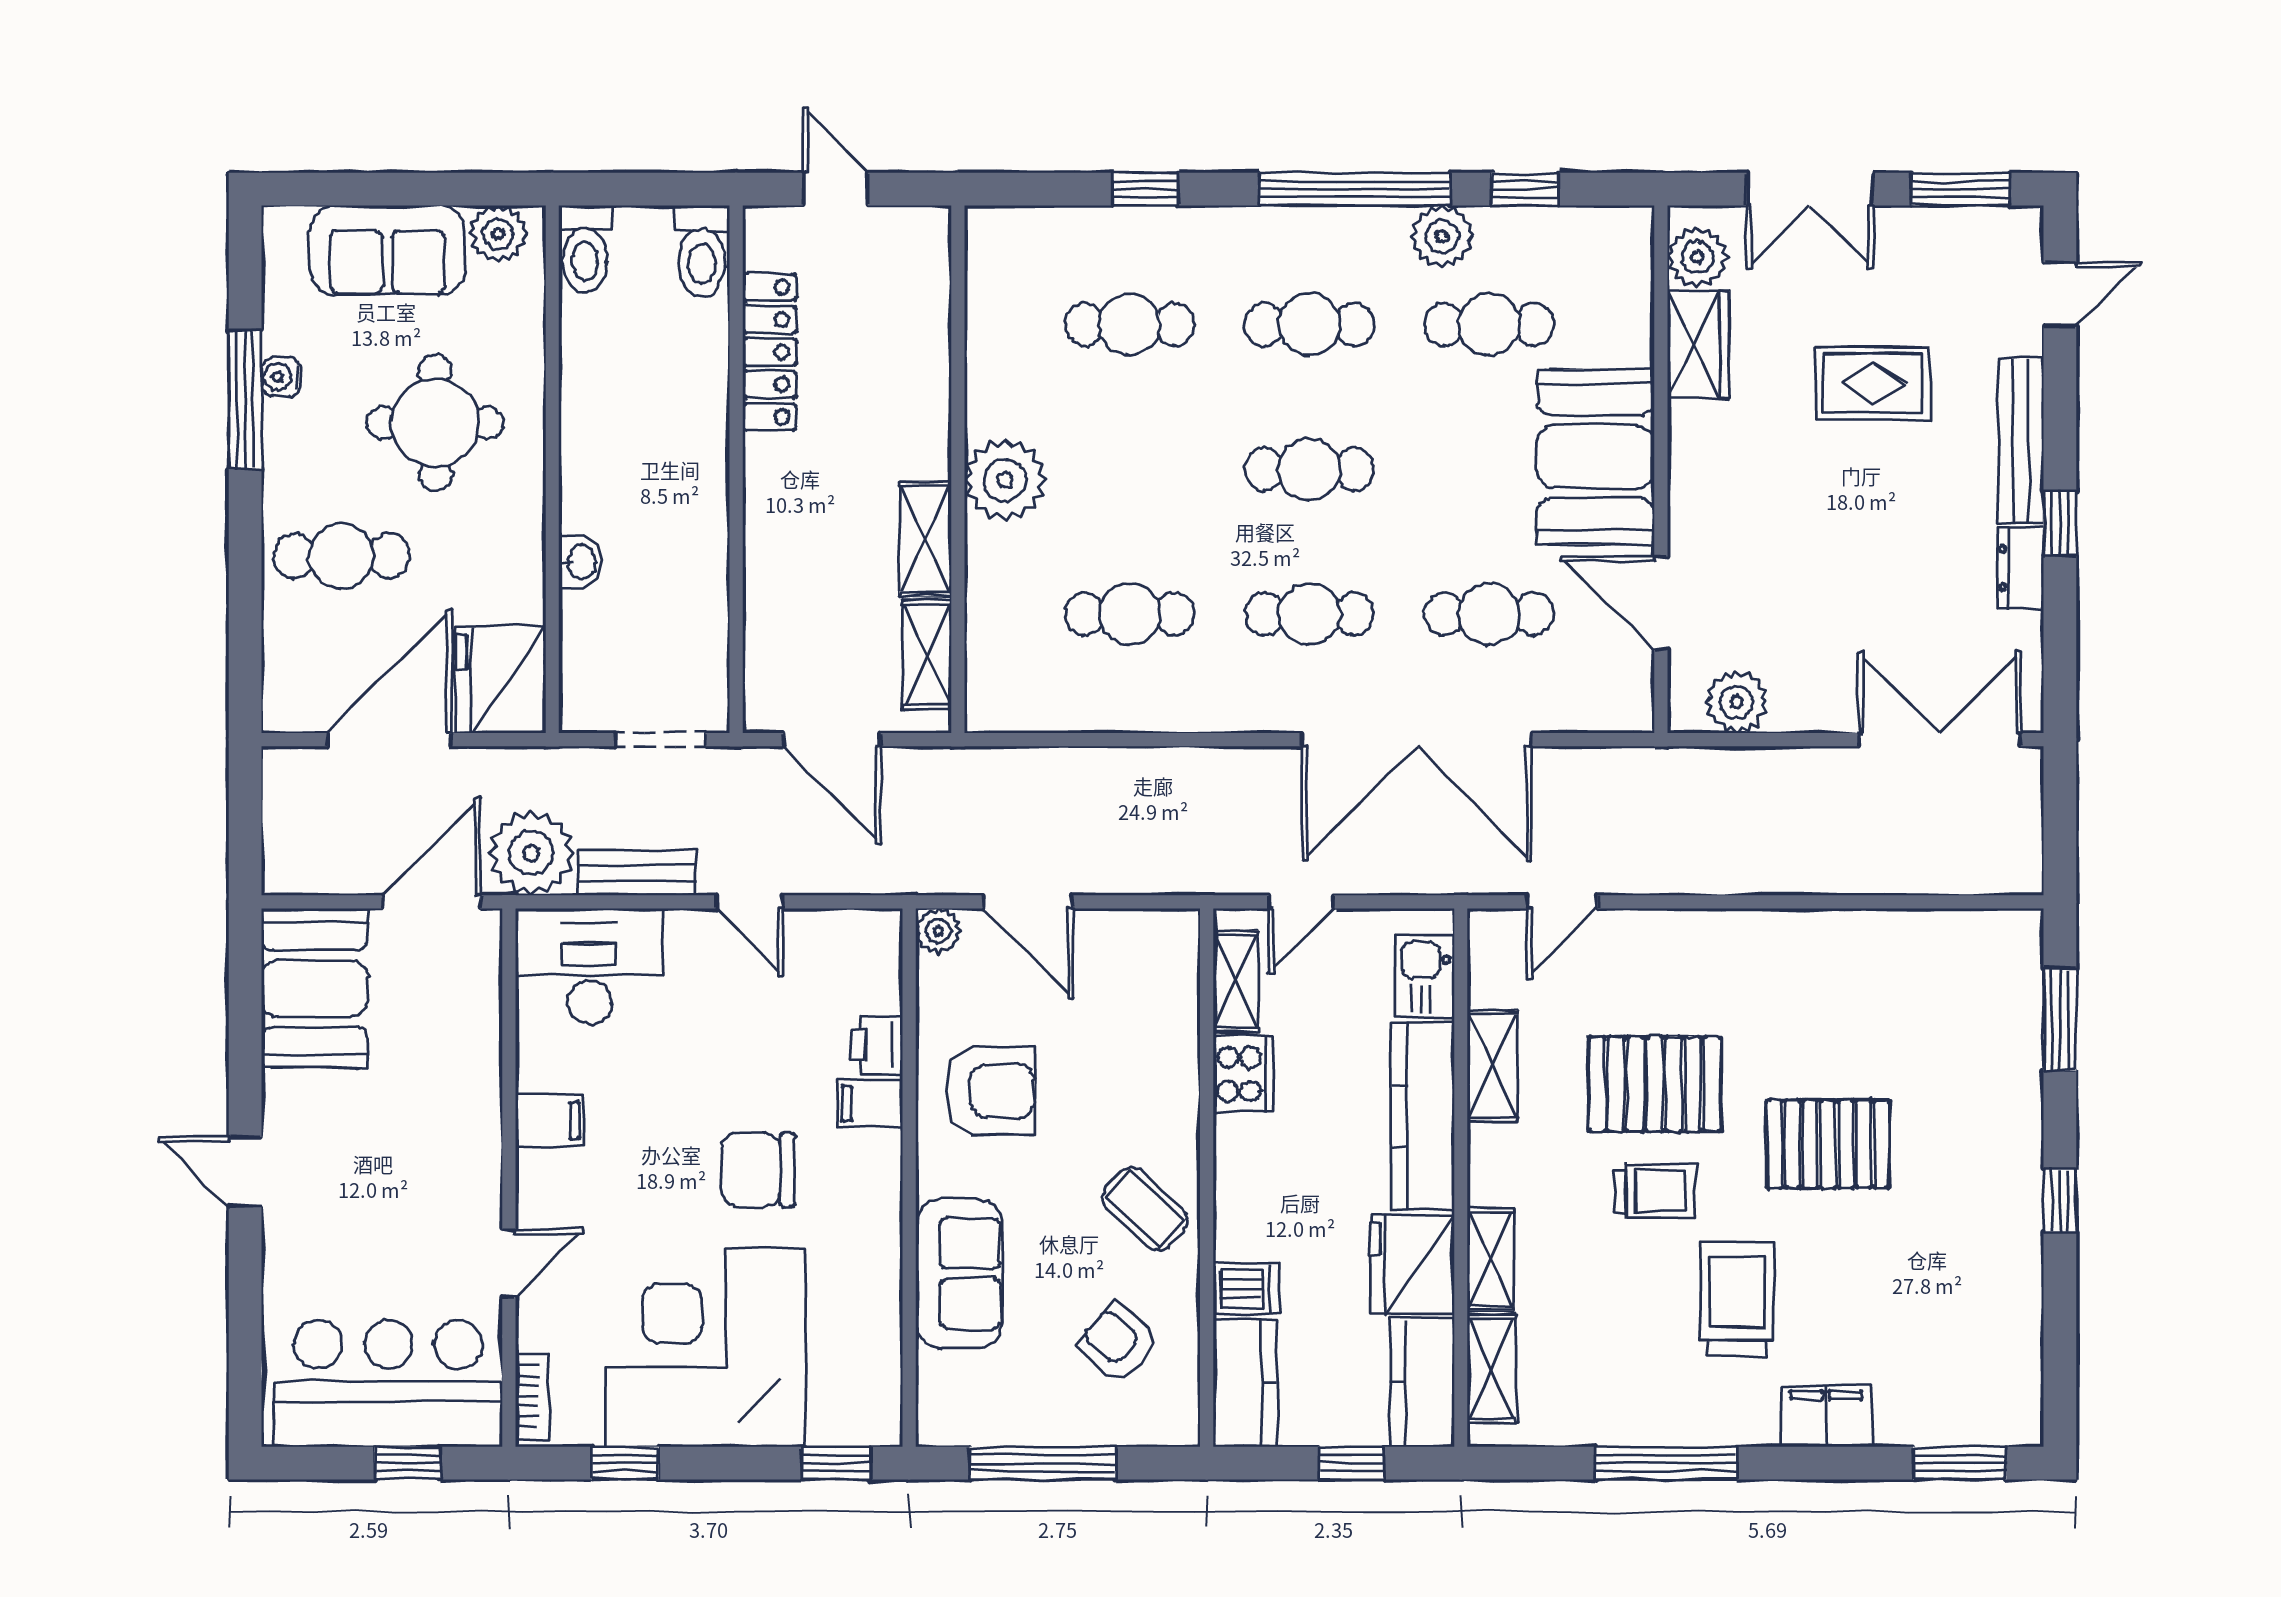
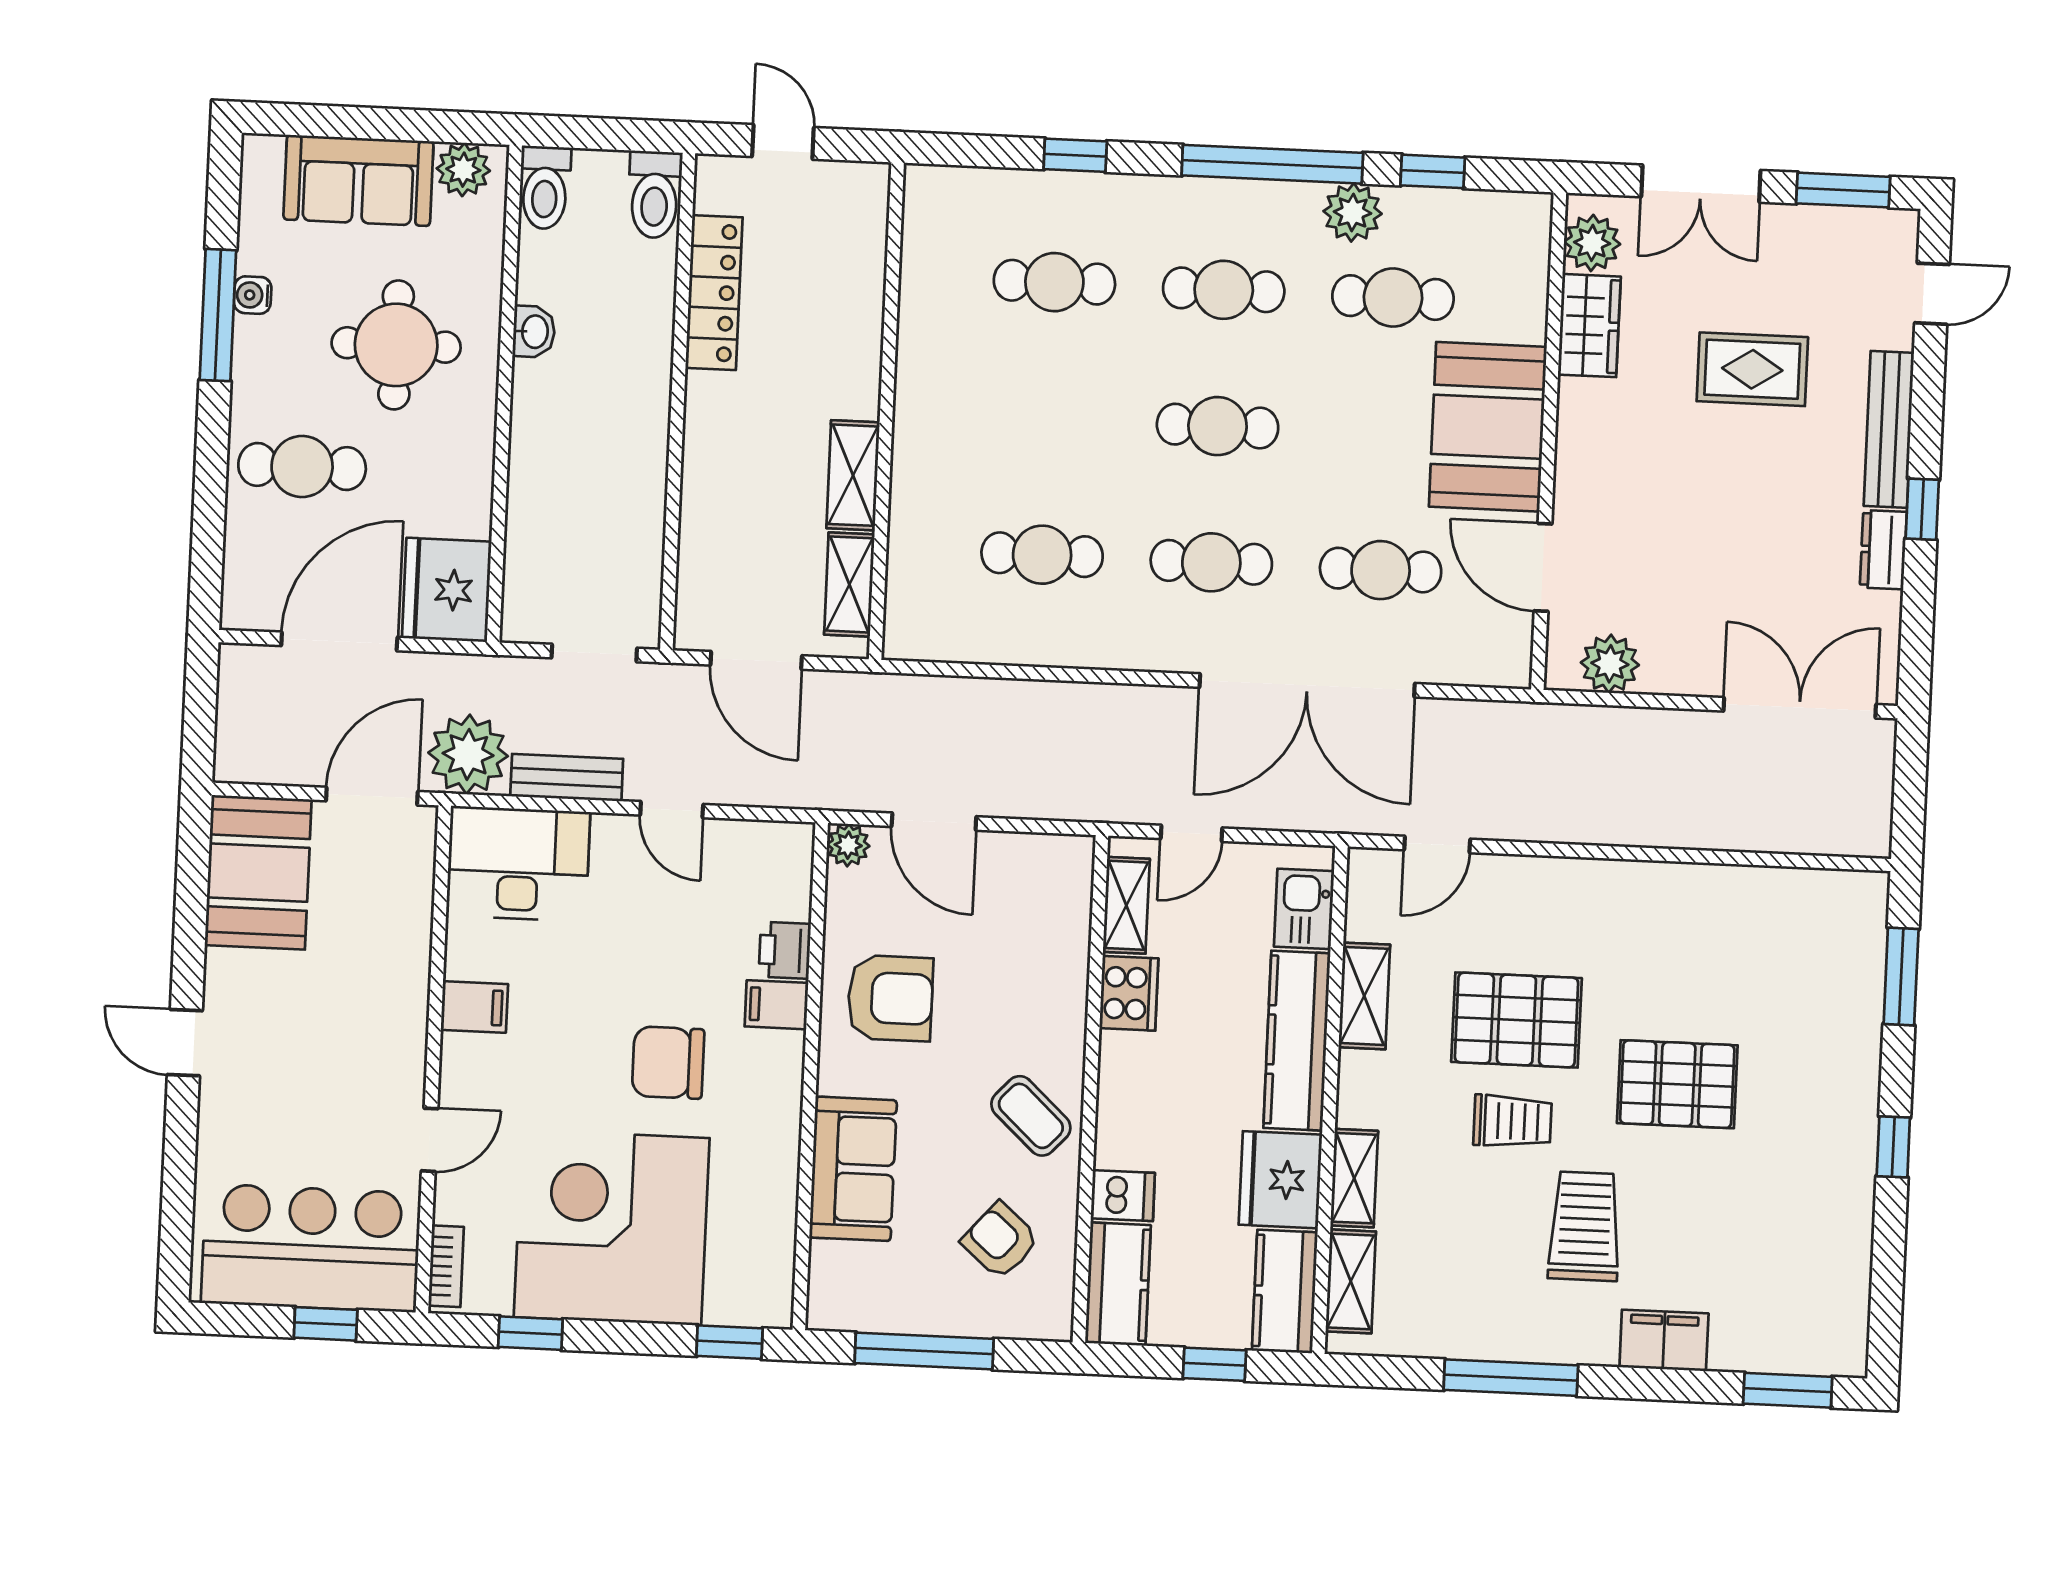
plant: (1005, 480) -> (930, 423), removed
washbasin: (580, 562) -> (534, 332), moved

